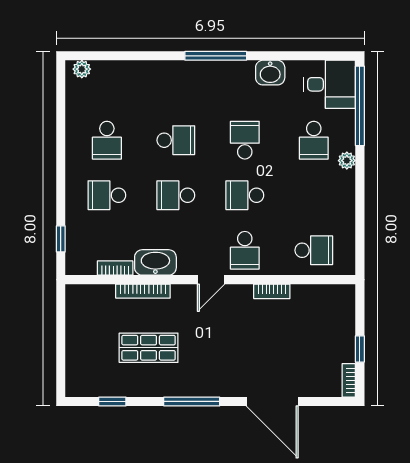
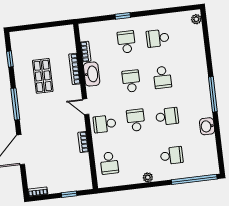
desk: (330, 84) -> (204, 161), removed
school desk: (314, 140) -> (172, 156), turned 180
plant: (347, 161) -> (148, 177), moved
window: (61, 239) -> (123, 16), moved
window: (360, 349) -> (69, 194), moved

